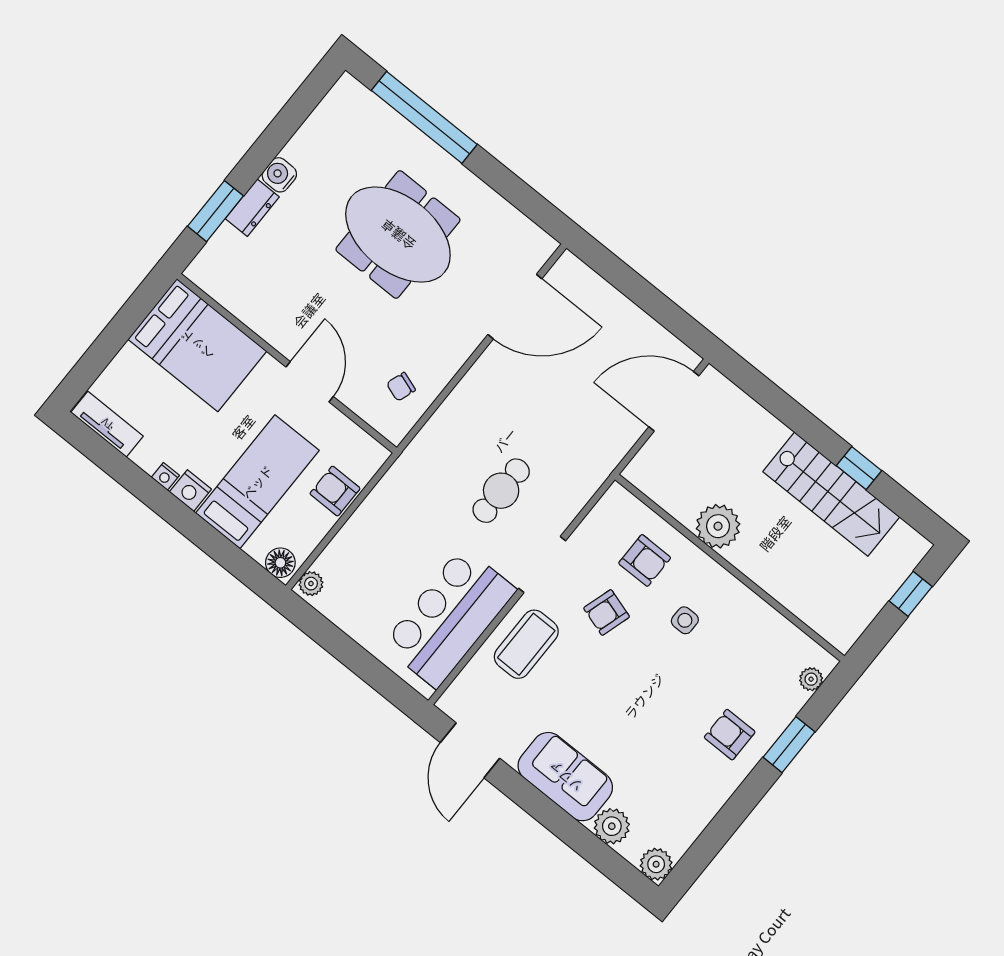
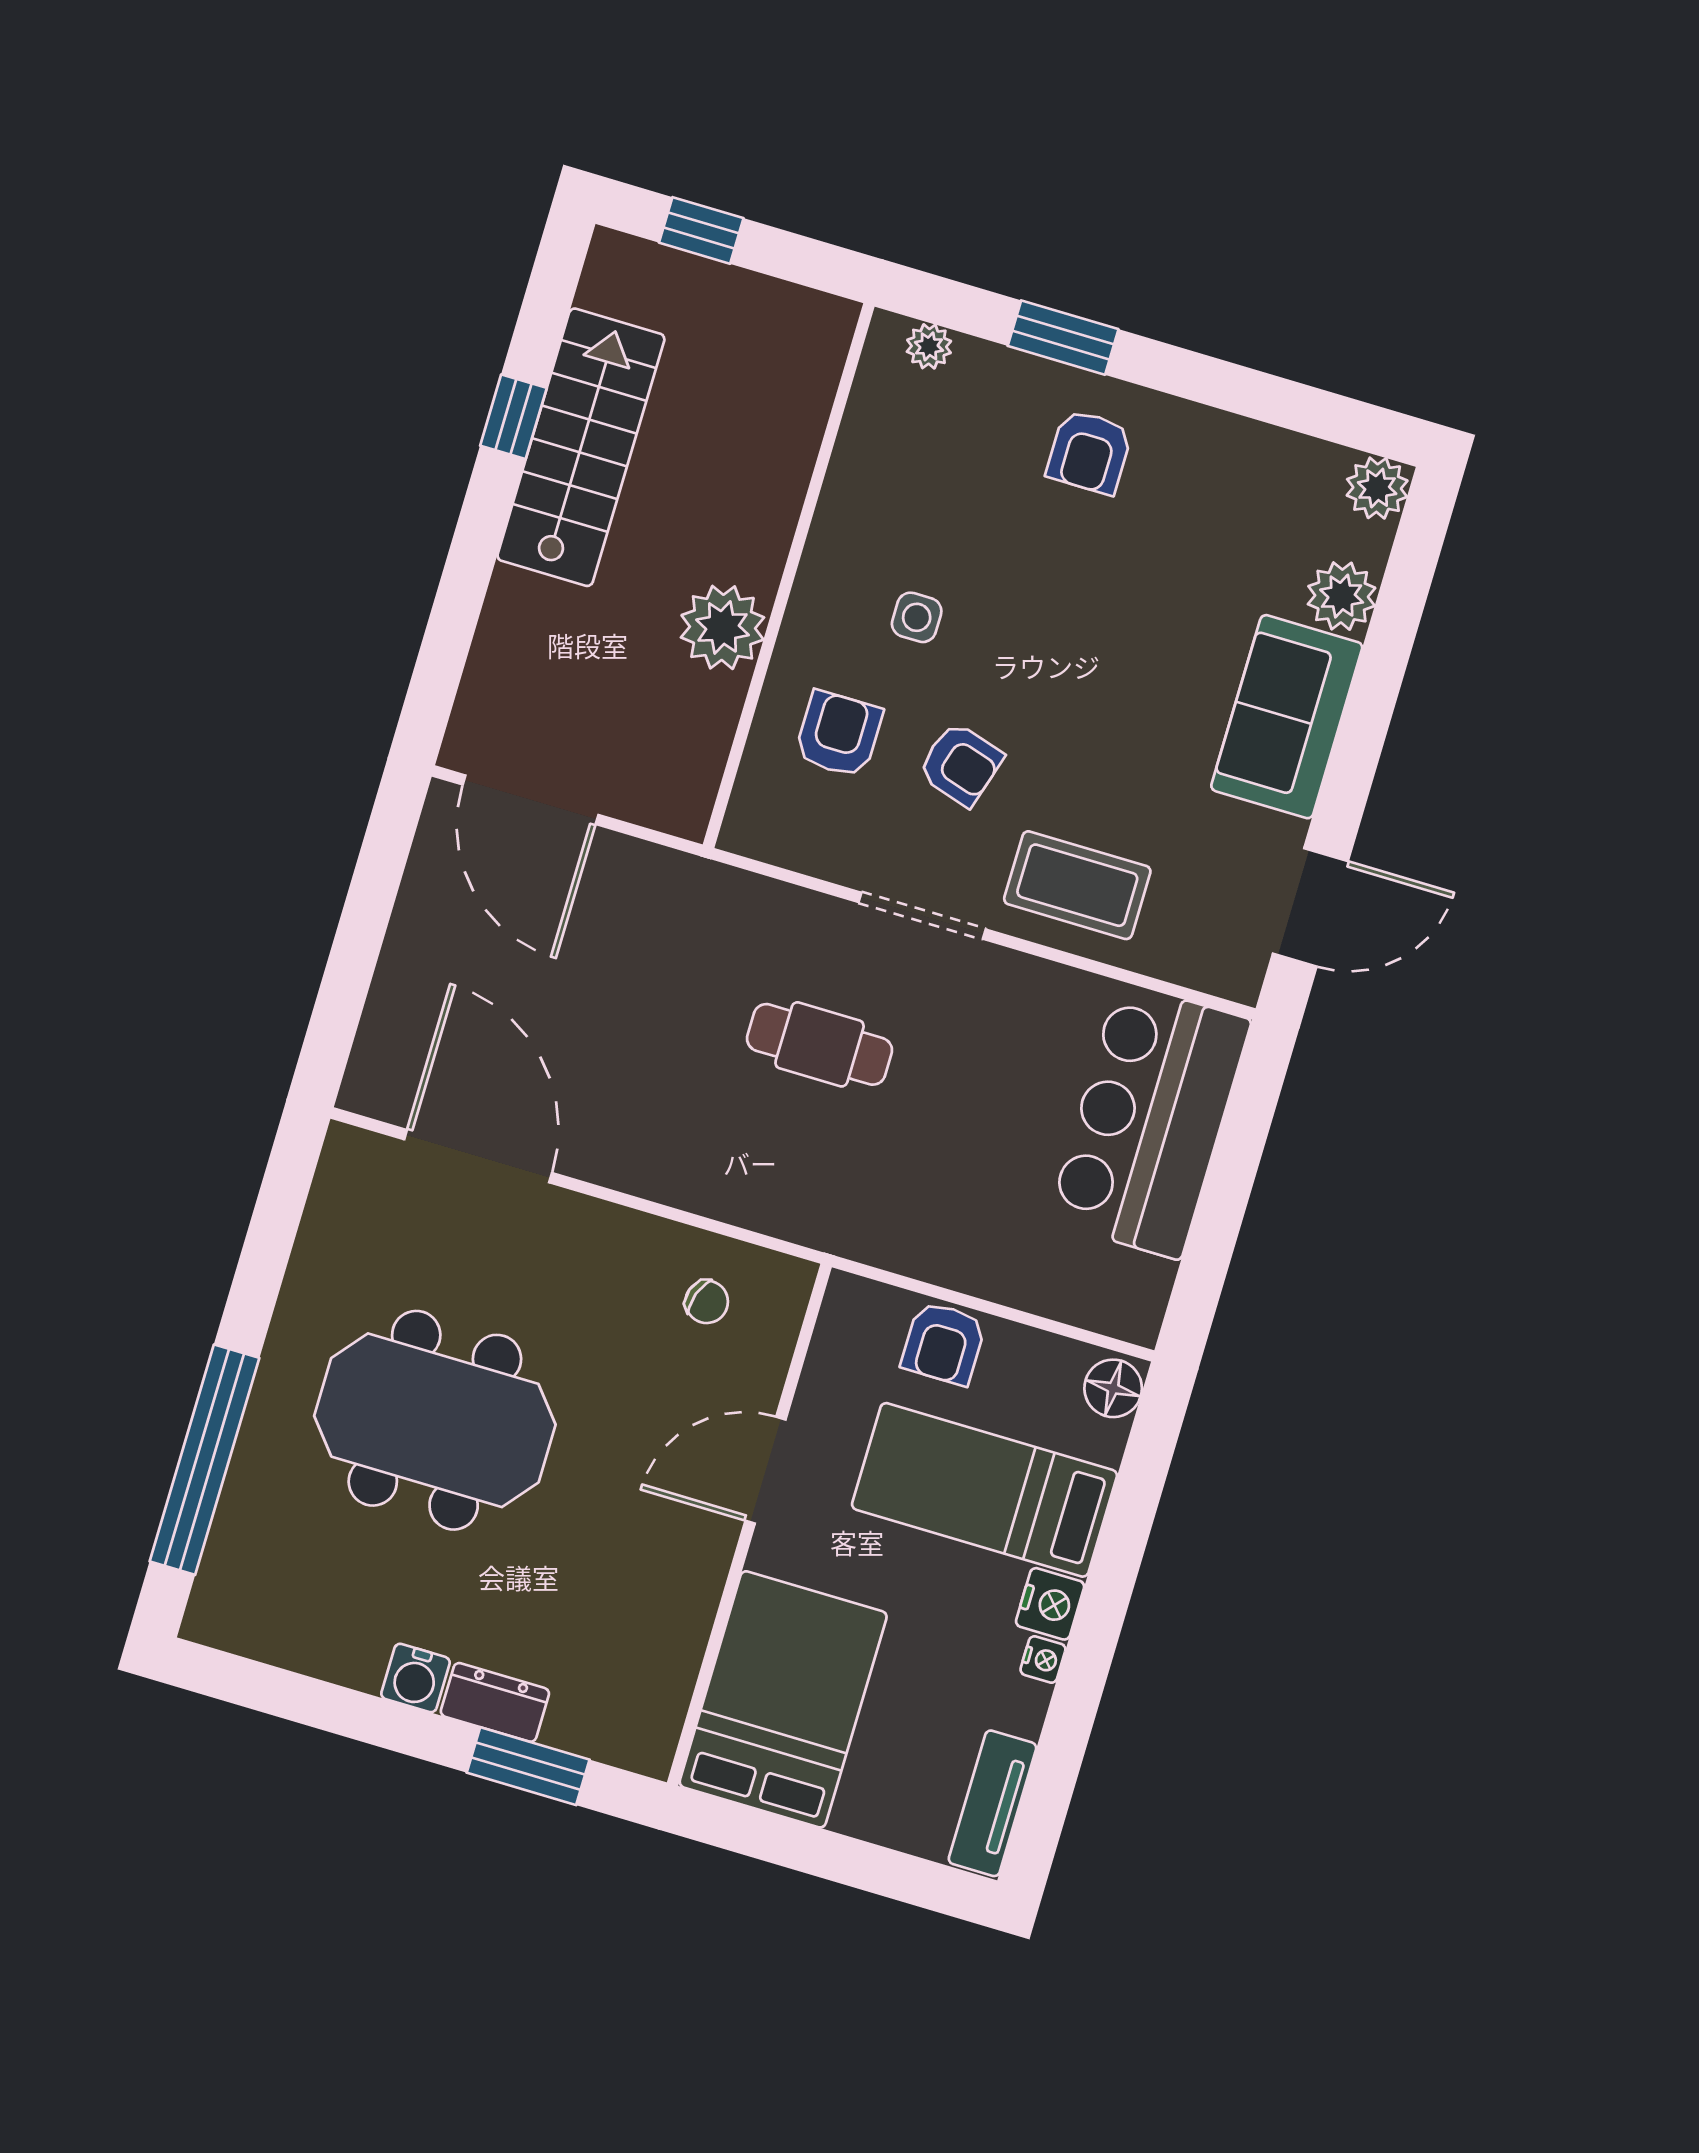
meeting table: (398, 235) -> (435, 1420), turned 90
plant: (311, 584) -> (1128, 1318), removed
bar counter: (449, 617) -> (1150, 1121), moved, turned 90

